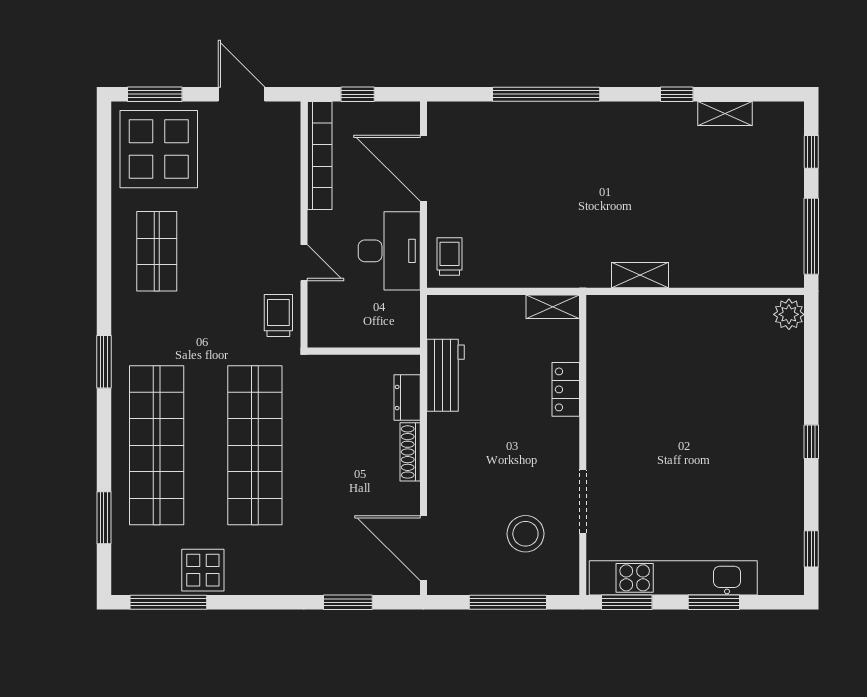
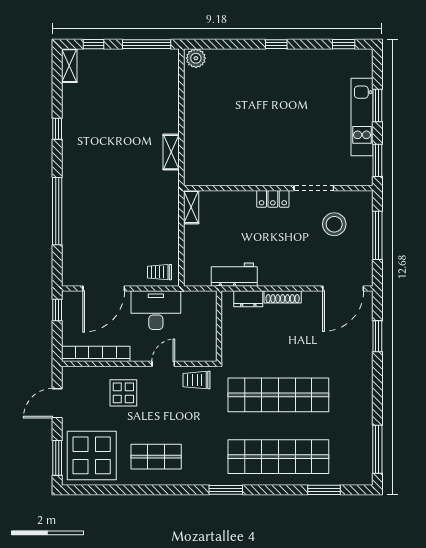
window: (358, 94) -> (57, 310), moved
shelving: (725, 113) -> (69, 66), moved
locker: (566, 389) -> (273, 199), moved
display table: (203, 570) -> (123, 393), moved
kitchen unit: (673, 578) -> (362, 117), width x0.73

